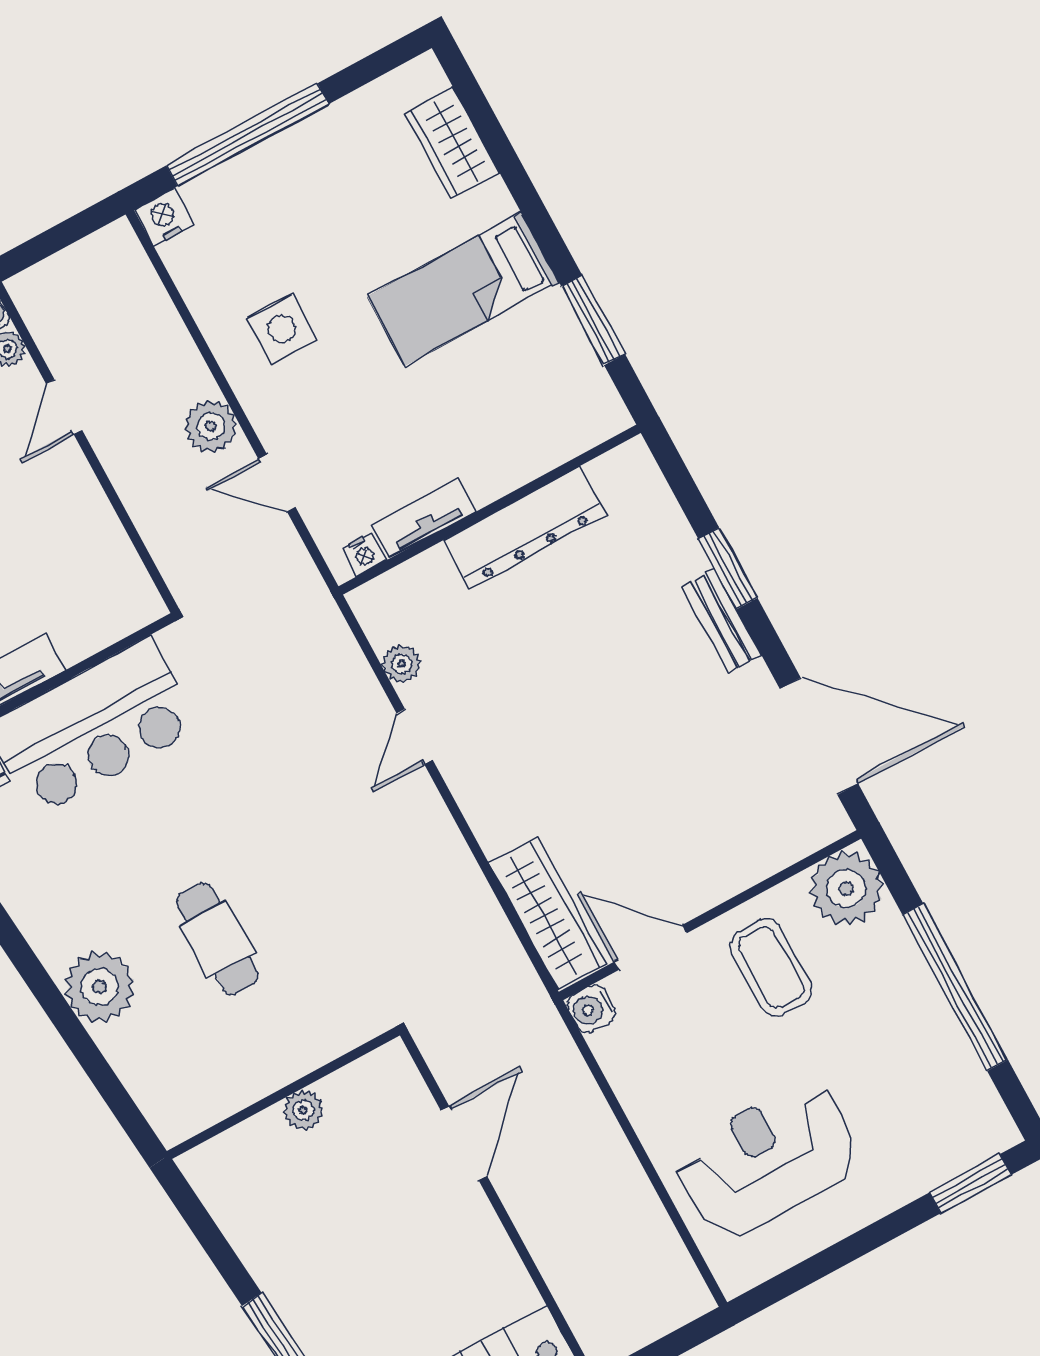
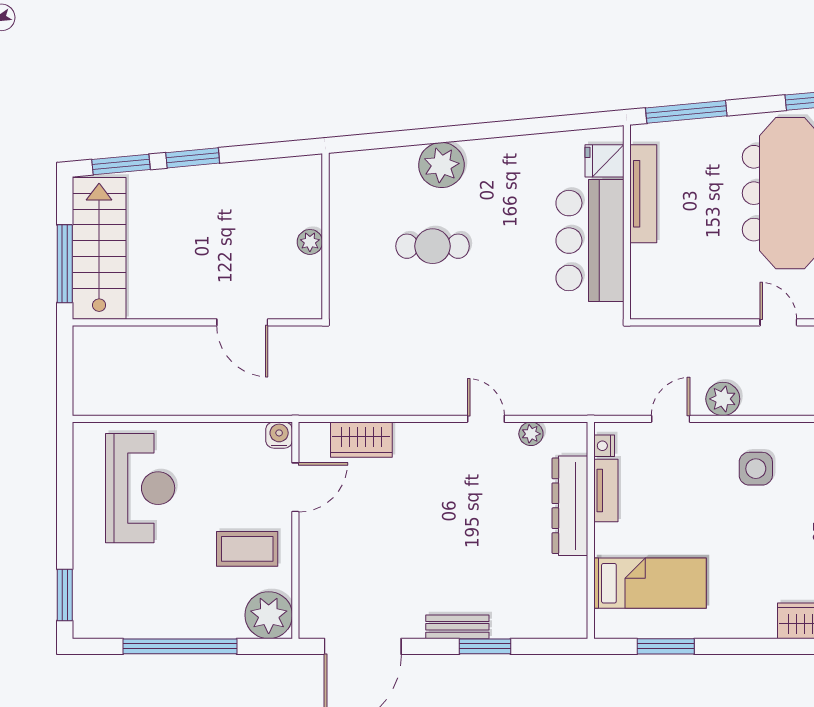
bed: (463, 289) -> (650, 583), moved, turned 90
dresser: (525, 527) -> (570, 506), moved
wardrobe: (548, 913) -> (361, 440), width x0.67

